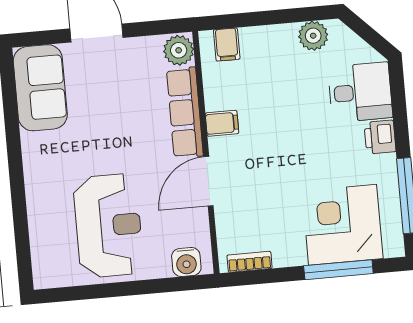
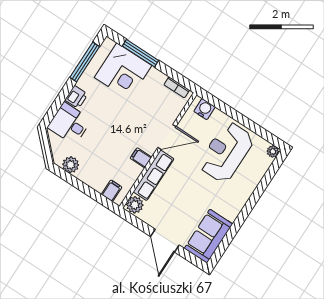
plant: (44, 278) -> (273, 151), added

